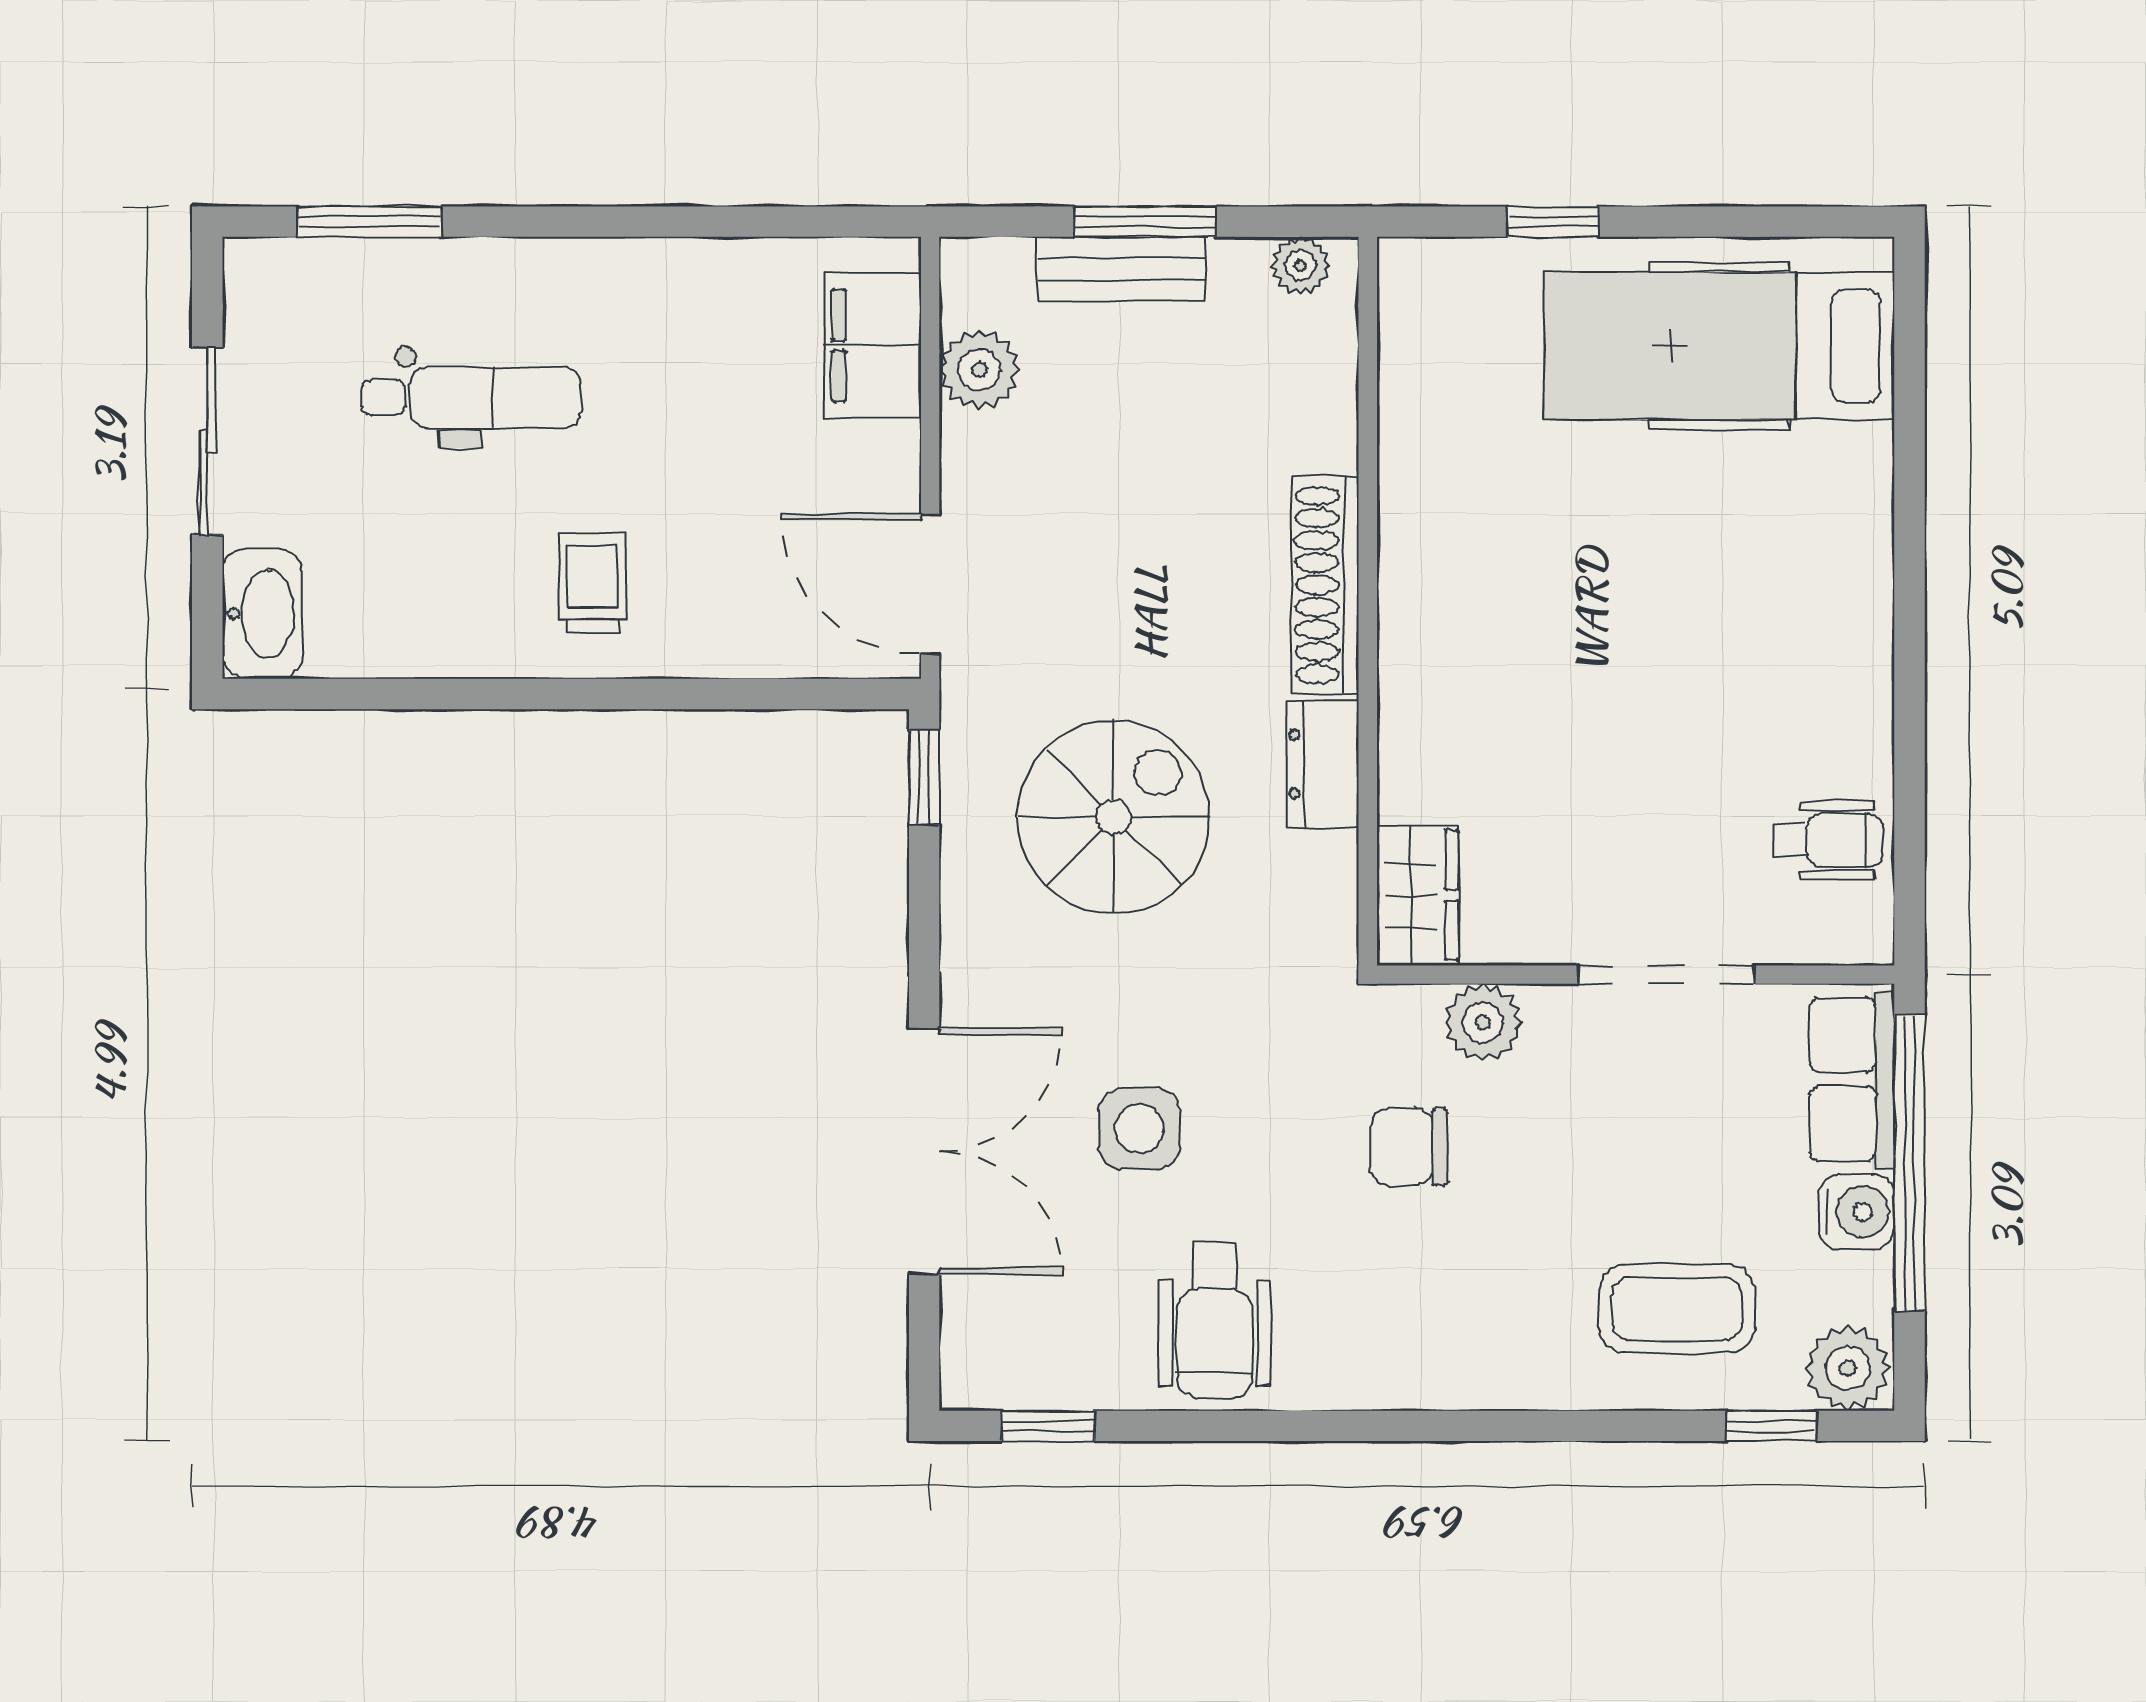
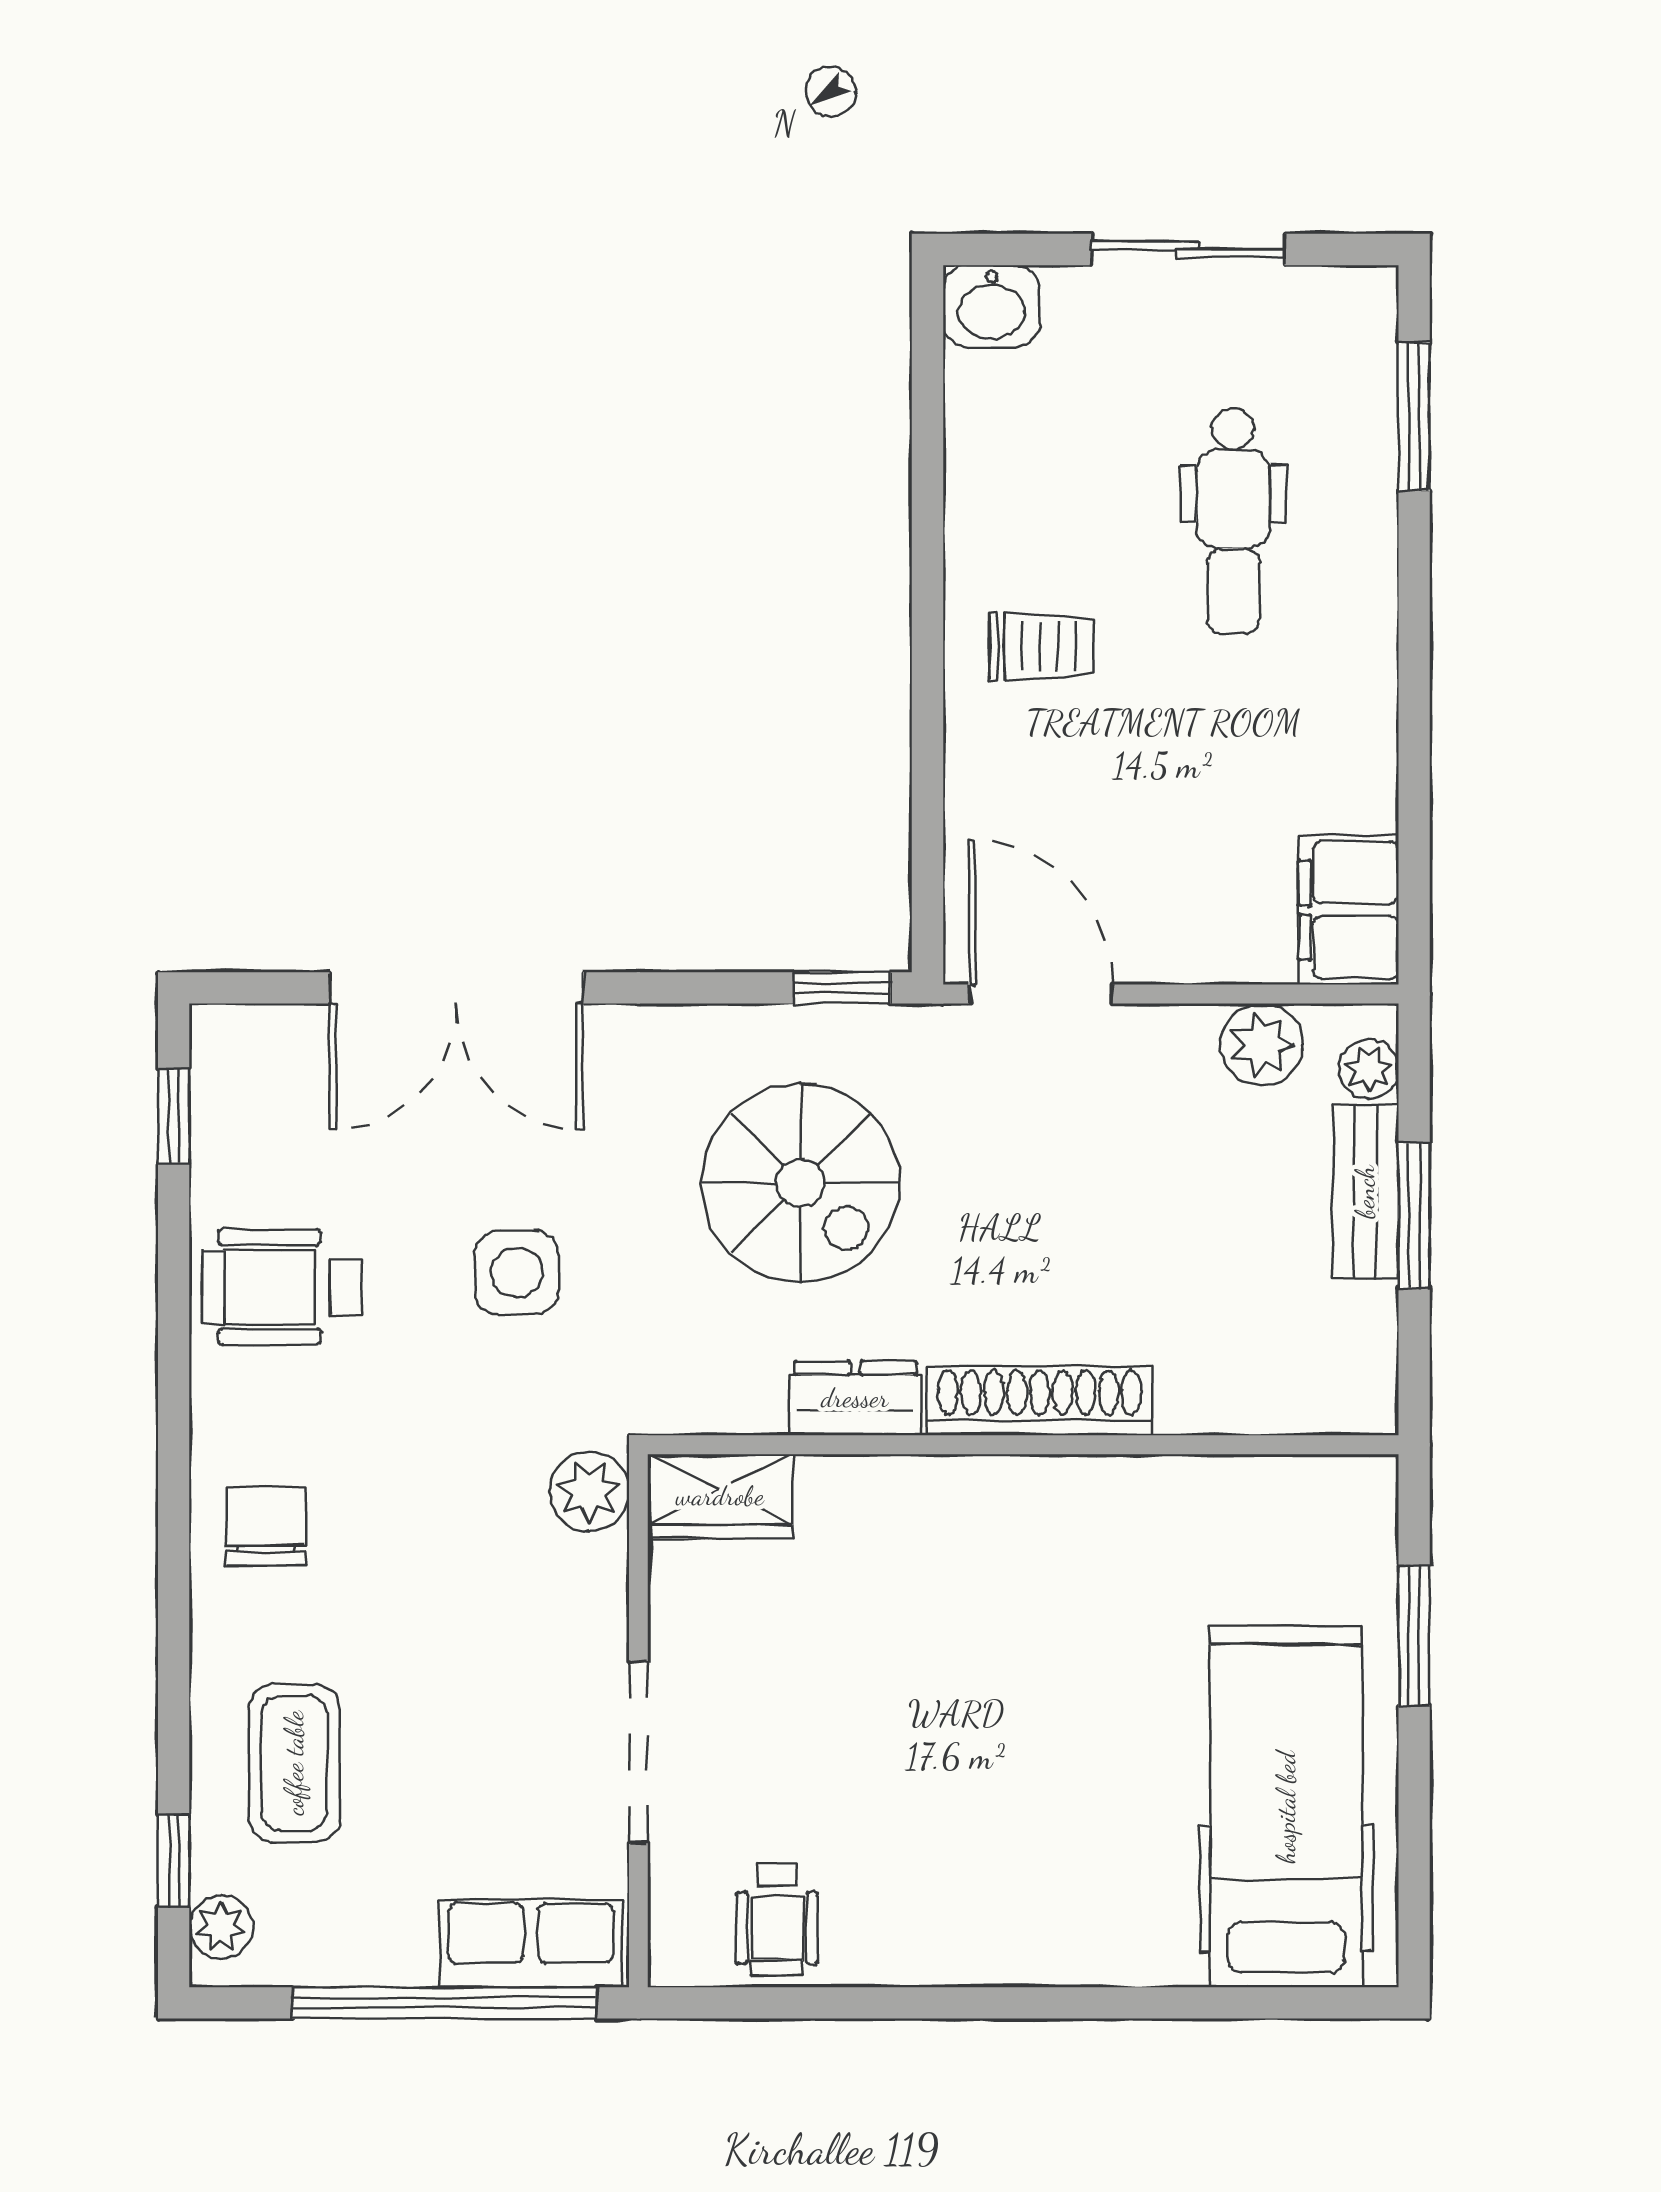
window: (1553, 222) -> (1414, 1636), width x1.50
plant: (1300, 265) -> (1369, 1069), moved
filing cabinet: (873, 346) -> (1349, 910), moved, turned -90
door: (930, 584) -> (1041, 994), hinge flipped
washbasin: (262, 614) -> (992, 306), width x0.72
plant: (1483, 1022) -> (589, 1492), moved
side table: (1139, 1129) -> (517, 1272), moved
chair: (1409, 1147) -> (266, 1526), moved
water cooler: (1857, 1212) -> (394, 1948), removed
plant: (1848, 1368) -> (221, 1927), width x0.73, depth x0.73

